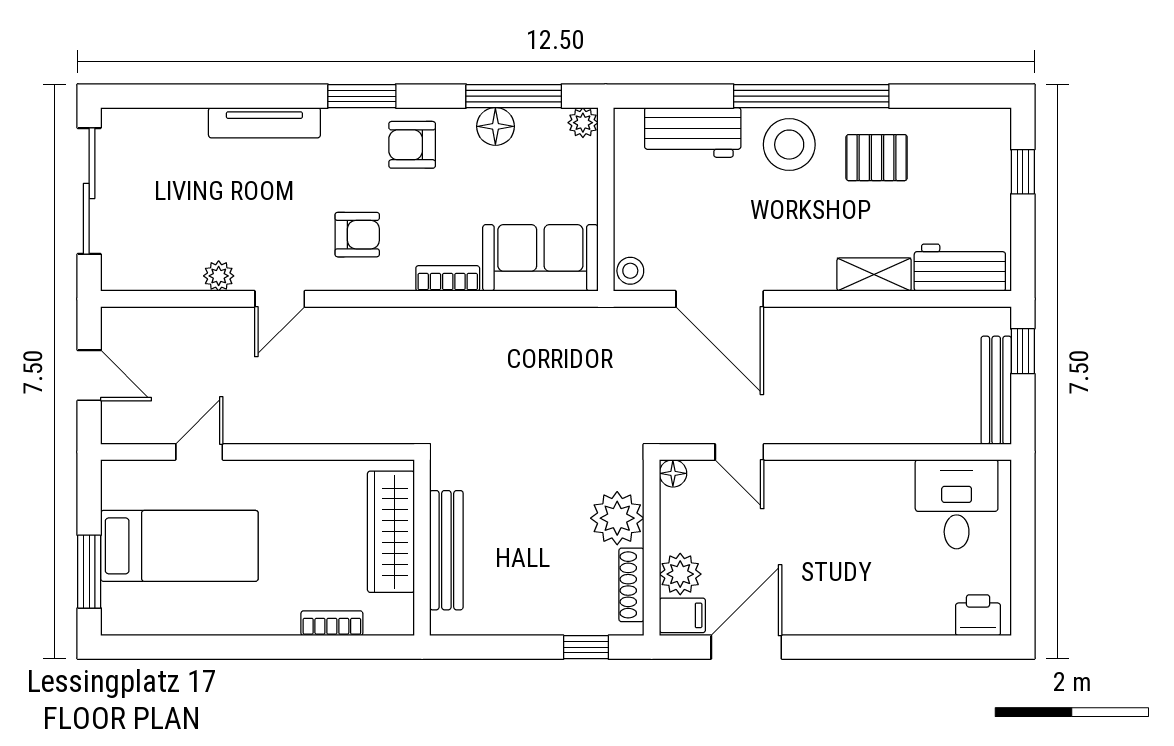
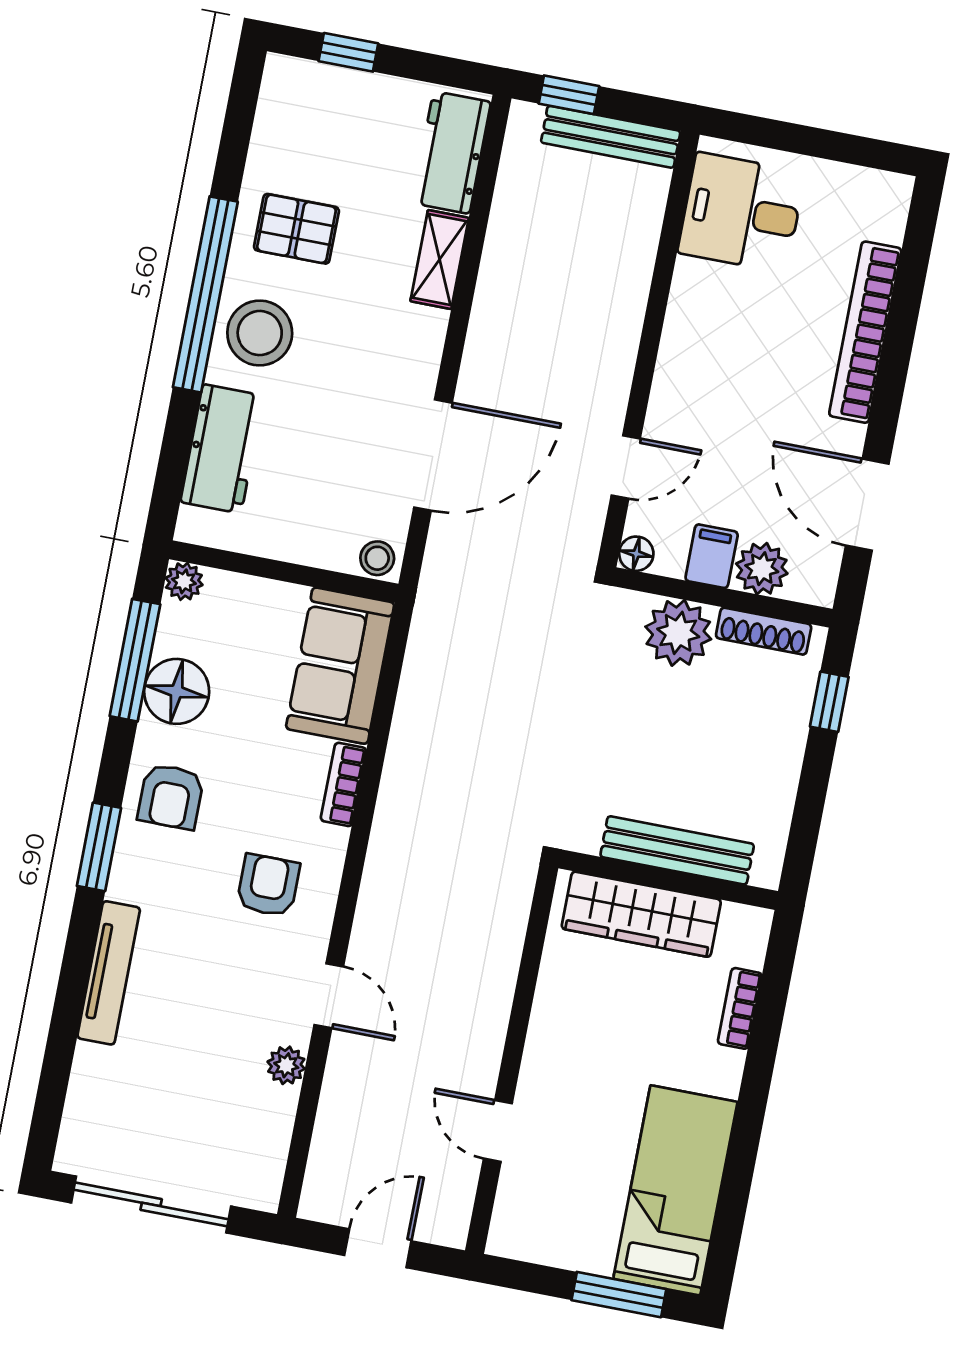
floor lamp: (495, 126) -> (177, 691), width x1.38, depth x1.38
pallet: (877, 158) -> (296, 229), turned 90
bed: (179, 546) -> (675, 1190), moved
filing cabinet: (682, 615) -> (712, 556), moved
printer: (978, 615) -> (883, 212), removed
bookcase: (881, 619) -> (865, 332), added

